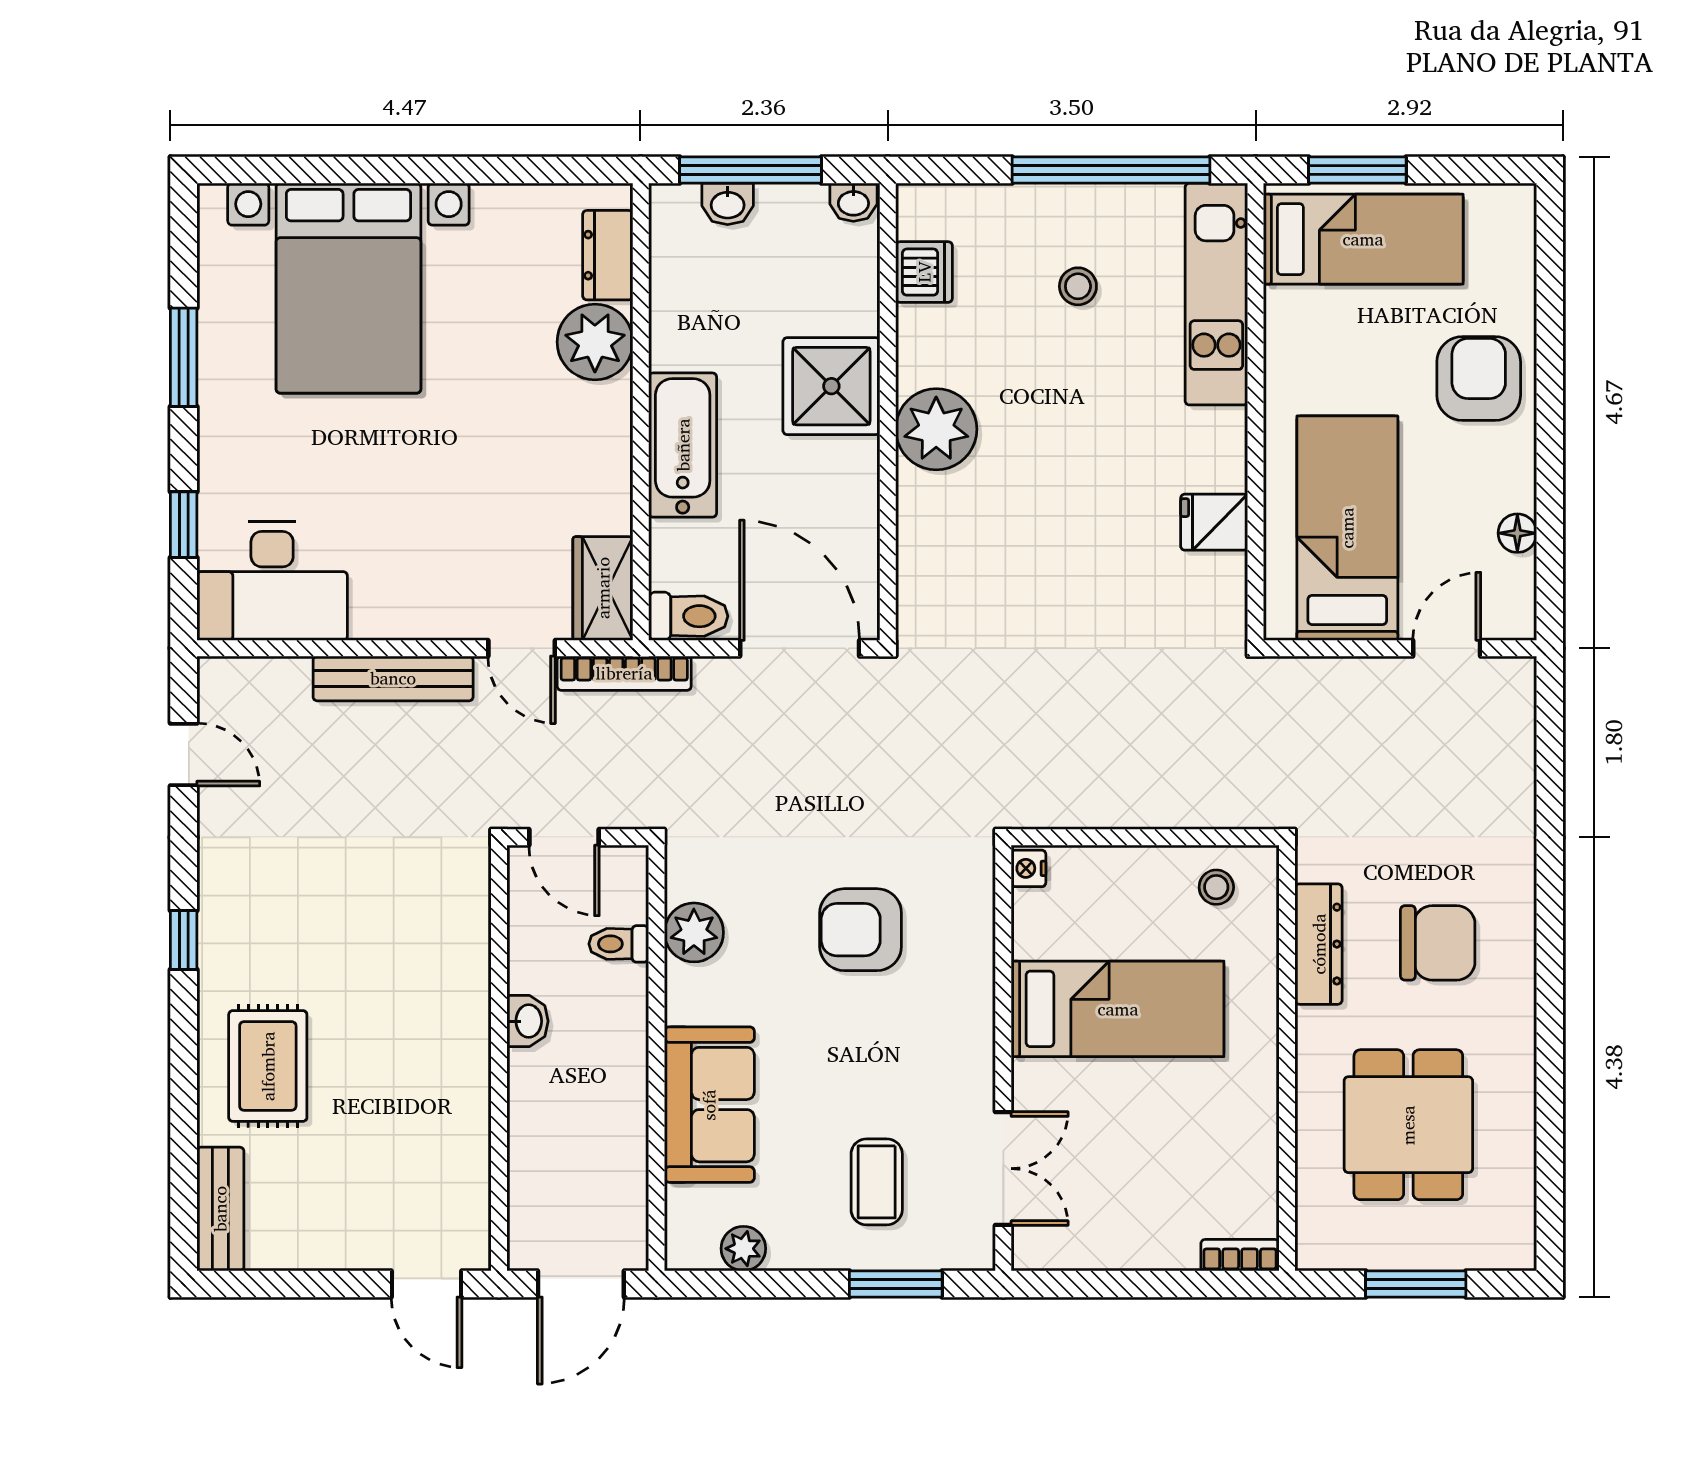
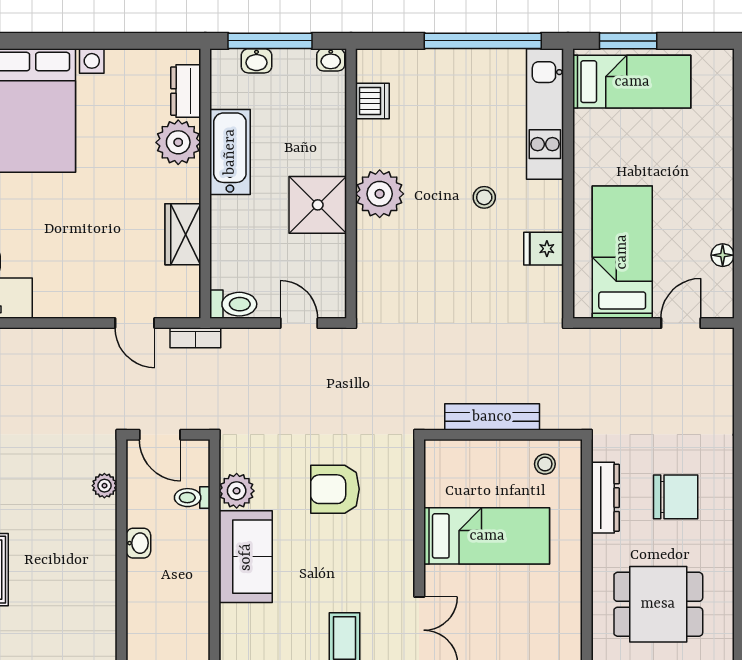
stool: (1078, 286) -> (484, 197), moved
armchair: (1479, 379) -> (700, 164), removed
shower: (831, 386) -> (318, 205), moved
bathtub: (683, 445) -> (230, 152), moved
wardrobe: (603, 588) -> (183, 234), moved
door: (800, 648) -> (299, 323), width x0.53
bookcase: (624, 673) -> (195, 338), width x0.64
bench: (393, 678) -> (492, 417), moved
nightstand: (1029, 868) -> (434, 453), removed
plant: (470, 924) -> (104, 486), added
sofa: (709, 1105) -> (246, 557), moved
dining table: (1408, 1125) -> (658, 604), turned 90

